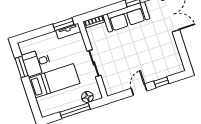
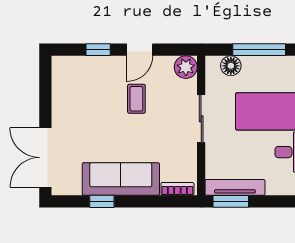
tv unit: (68, 31) -> (235, 187), width x1.41
coffee table: (132, 63) -> (136, 99), added
plant: (111, 88) -> (186, 67), added

